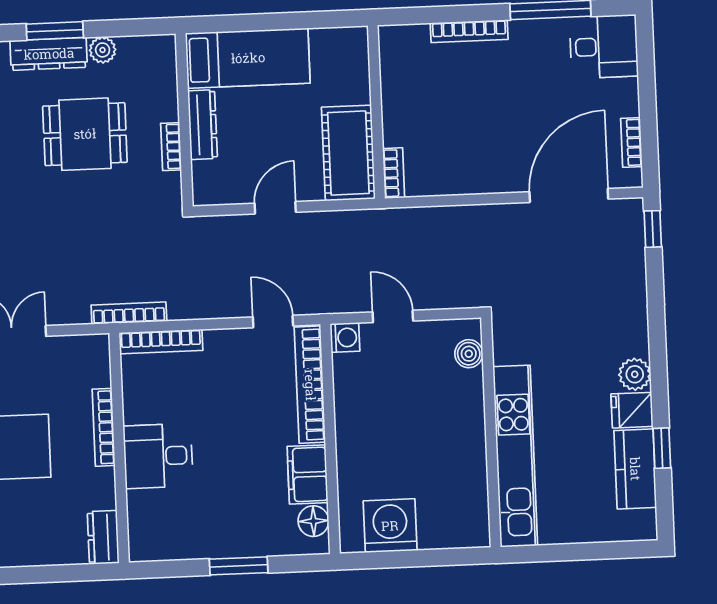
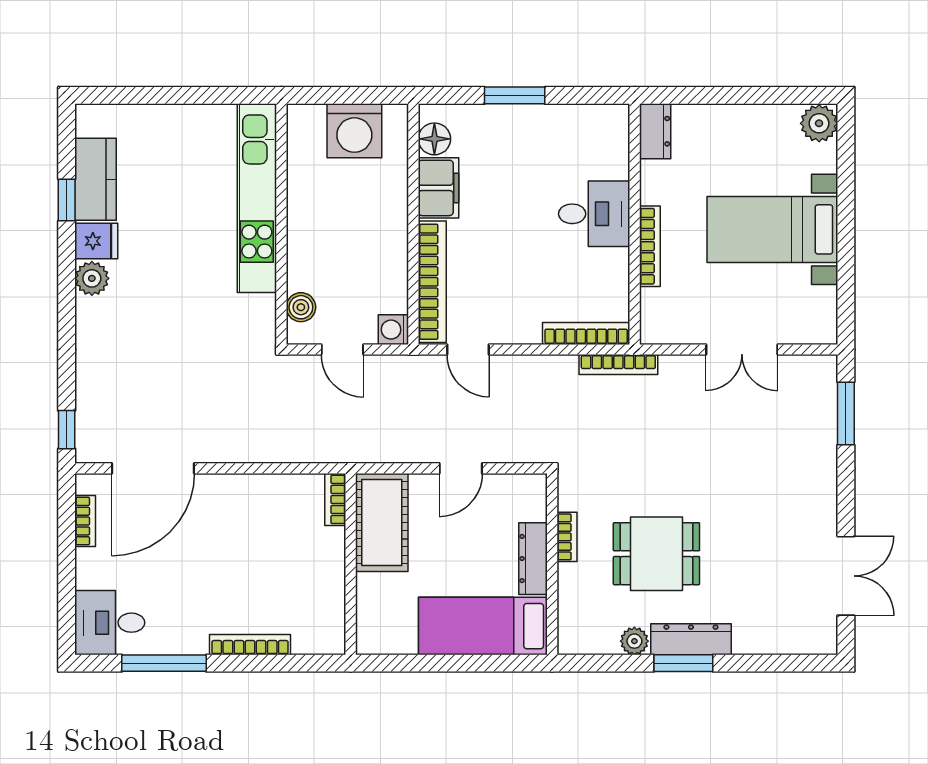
boiler: (469, 354) -> (301, 307), moved
wall: (491, 432) -> (281, 224), moved
kitchen unit: (515, 456) -> (257, 198), moved

